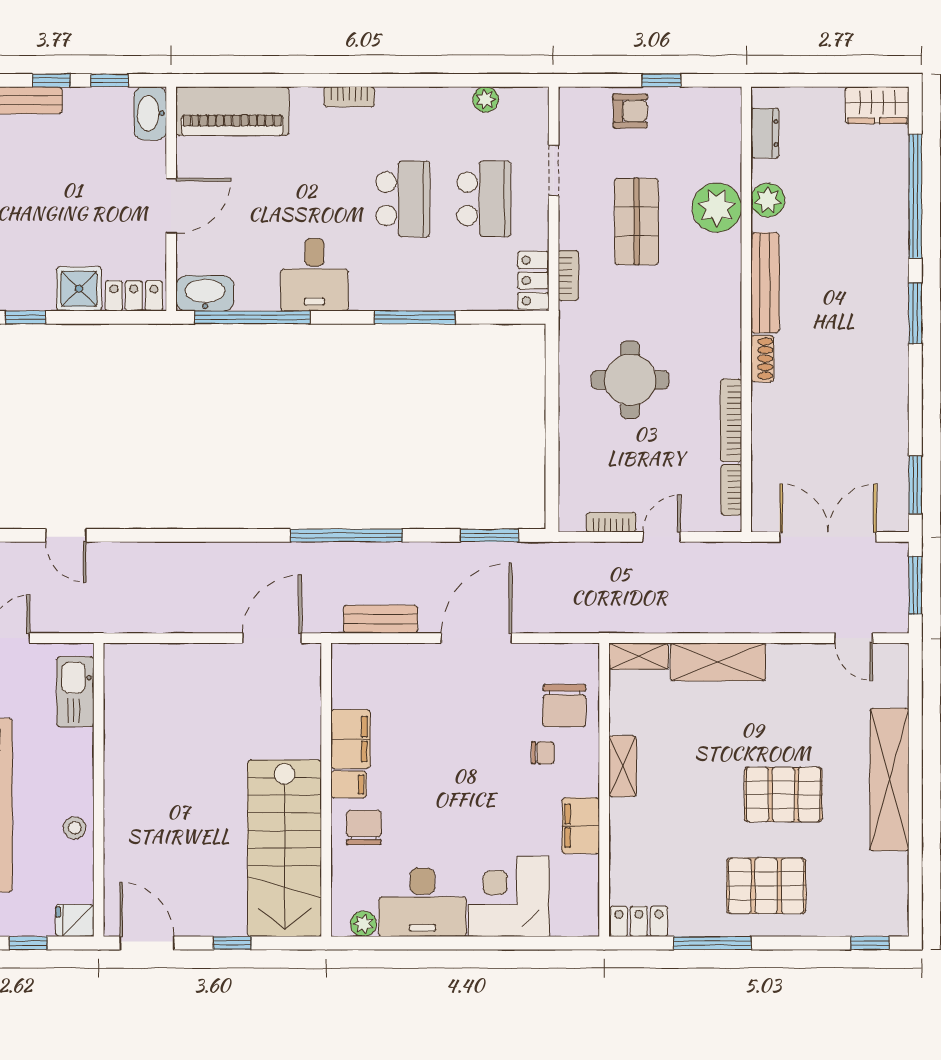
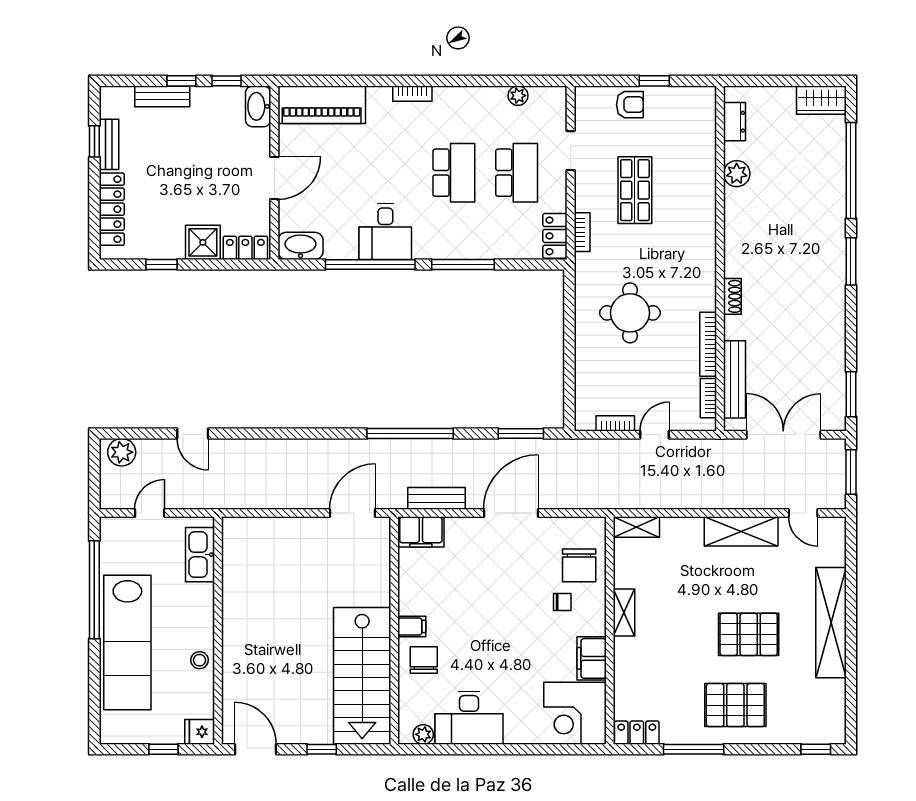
plant: (717, 208) -> (697, 179), removed
bench: (765, 283) -> (734, 379), moved
window: (252, 317) -> (370, 265), moved
shelving: (718, 662) -> (741, 531), moved
filing cabinet: (350, 739) -> (421, 532), moved, turned 90
corner desk: (509, 896) -> (575, 713), moved, turned -90

